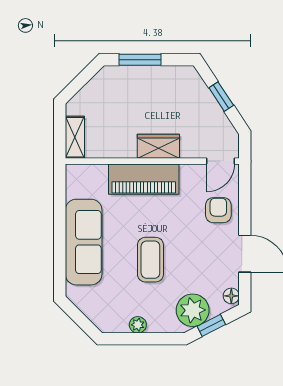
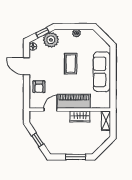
wardrobe: (158, 146) -> (80, 116), moved
door: (220, 161) -> (50, 110), moved

